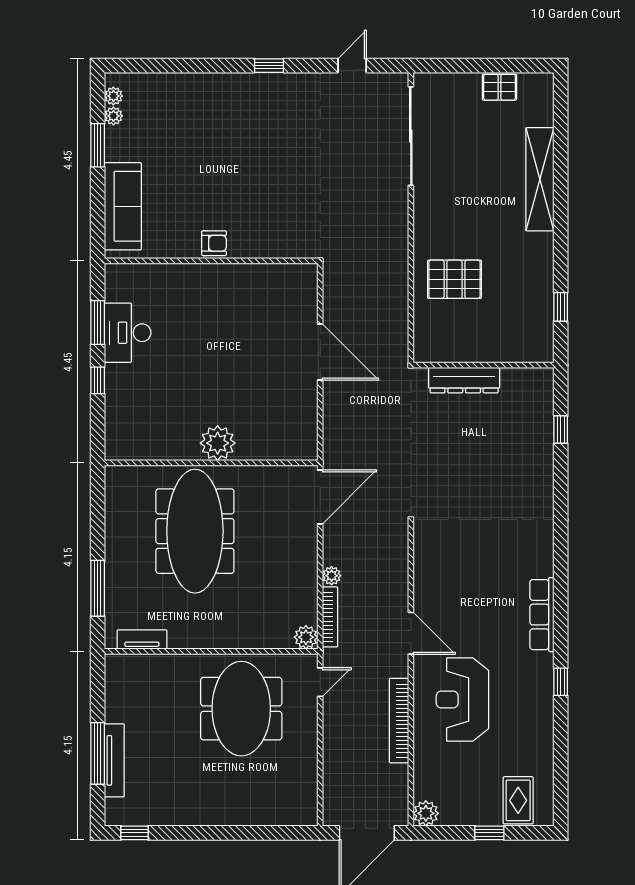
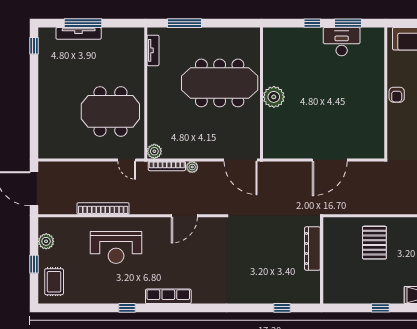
window: (561, 307) -> (380, 308), moved
door: (411, 633) -> (184, 216), moved
reception desk: (462, 700) -> (116, 247), turned 180
rug: (518, 800) -> (54, 282), turned 90
plant: (426, 813) -> (46, 241), moved

